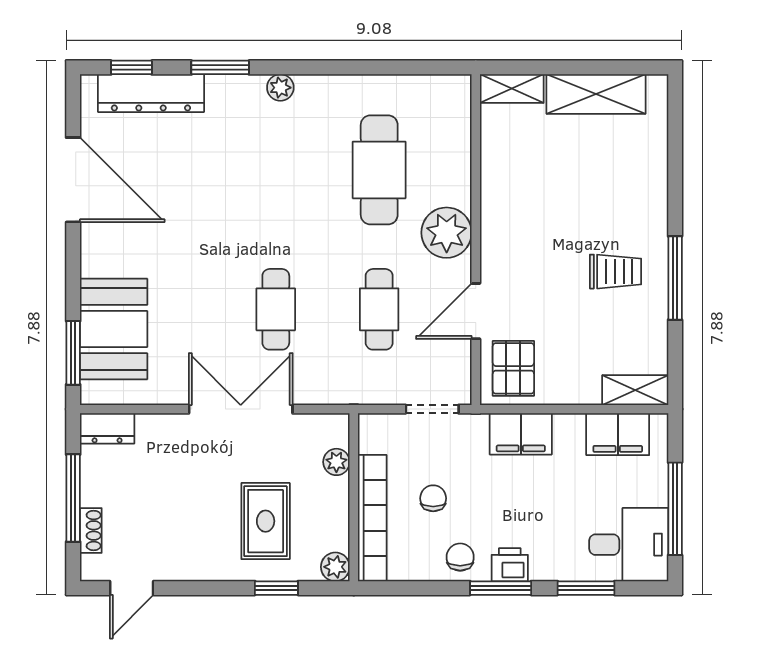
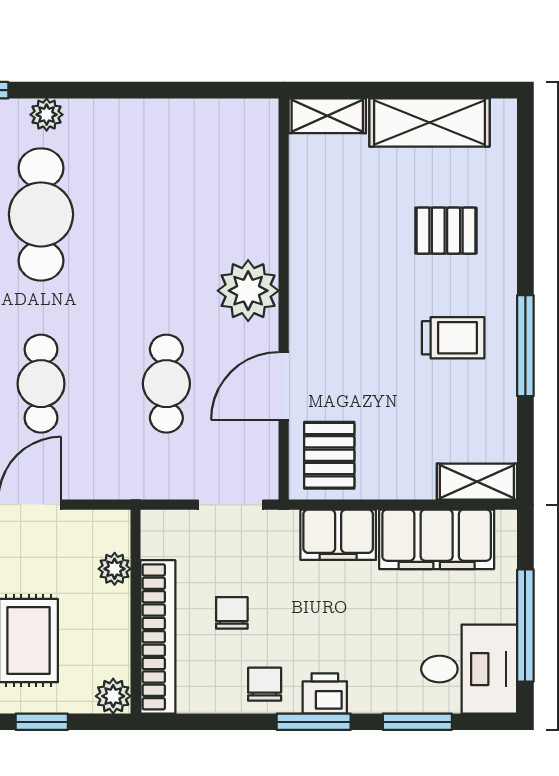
cafe table: (379, 170) -> (41, 214), moved
pallet: (610, 183) -> (446, 231), added
filing cabinet: (618, 434) -> (437, 539), width x1.50, depth x1.17

